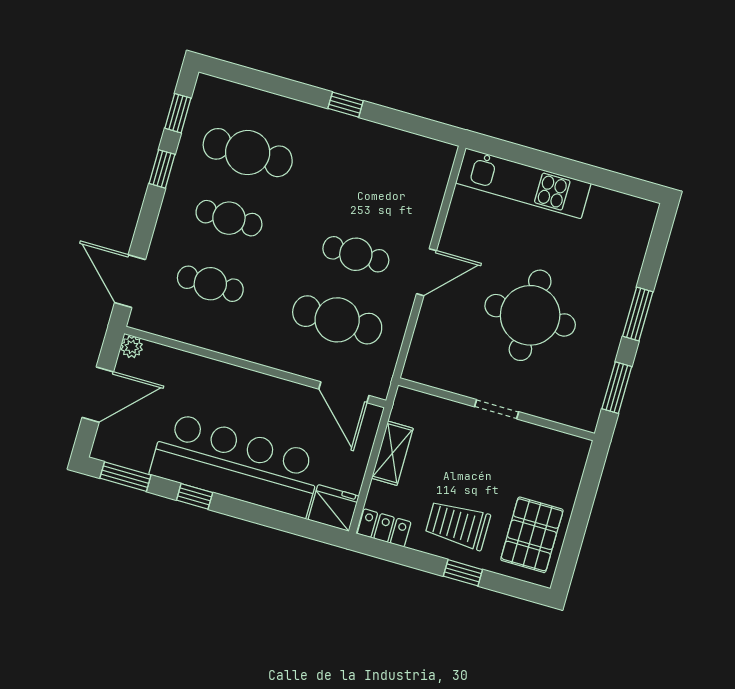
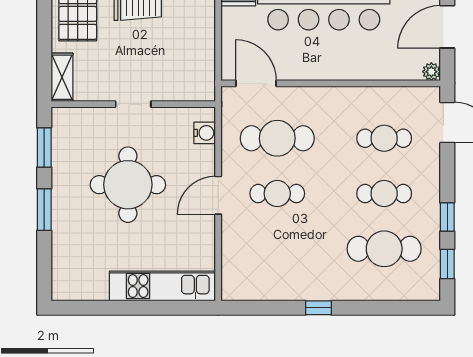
water cooler: (421, 351) -> (205, 133), added
shelving: (392, 453) -> (62, 77), moved

